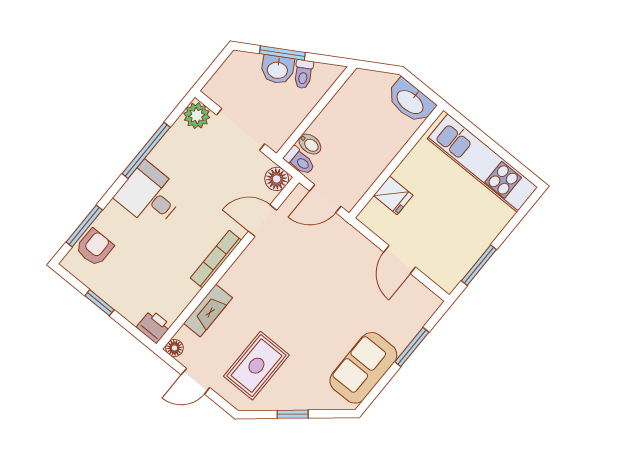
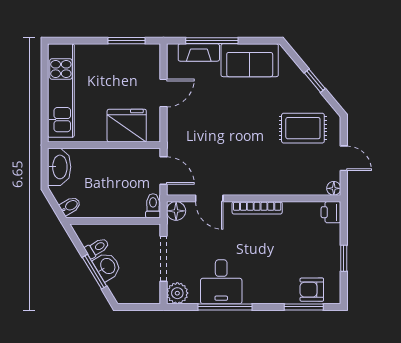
bidet: (310, 144) -> (70, 206), moved, turned 59
desk: (150, 195) -> (221, 282), moved
fridge: (393, 195) -> (127, 126), width x1.88, depth x1.34
fireplace: (208, 311) -> (199, 52), moved, turned 180
window: (412, 347) -> (212, 41), width x1.44

